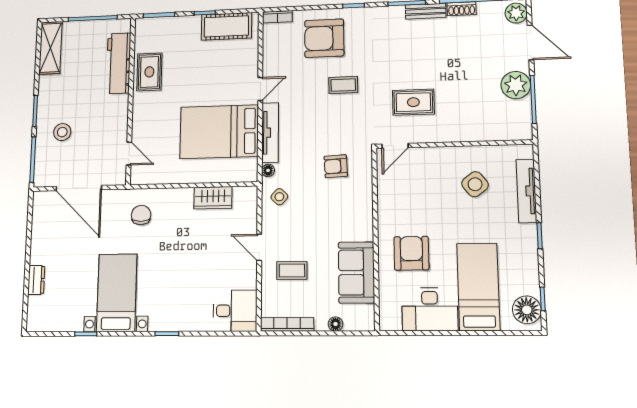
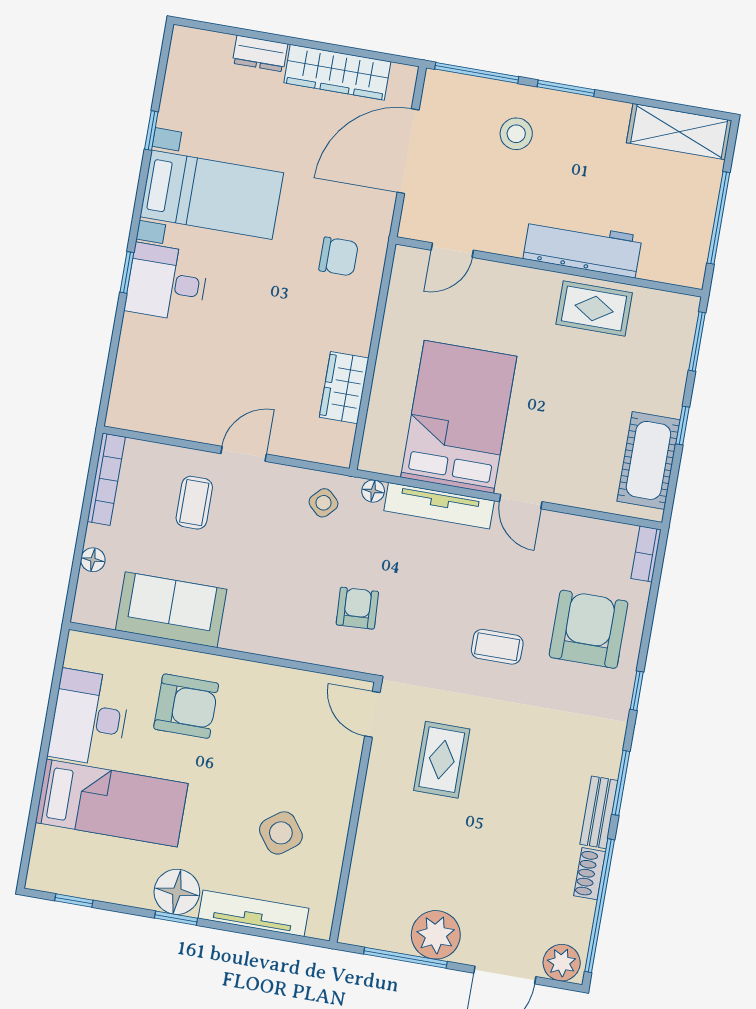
workbench: (119, 63) -> (583, 248), moved
coffee table: (343, 85) -> (497, 647), turned 90
wardrobe: (41, 235) -> (337, 72), added
floor lamp: (527, 310) -> (177, 892), moved
desk: (235, 311) -> (167, 283), moved, turned 90

